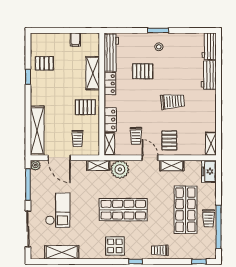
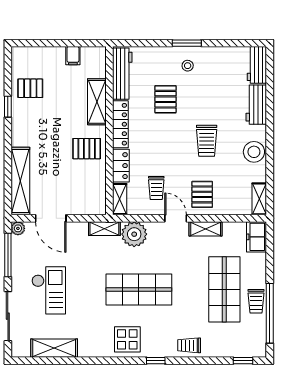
pallet: (143, 71) -> (165, 99), turned 90
locker: (110, 84) -> (120, 124), width x1.53
trolley: (173, 101) -> (207, 141), turned 95
stool: (207, 110) -> (254, 152), added
trolley: (77, 139) -> (76, 192), removed

